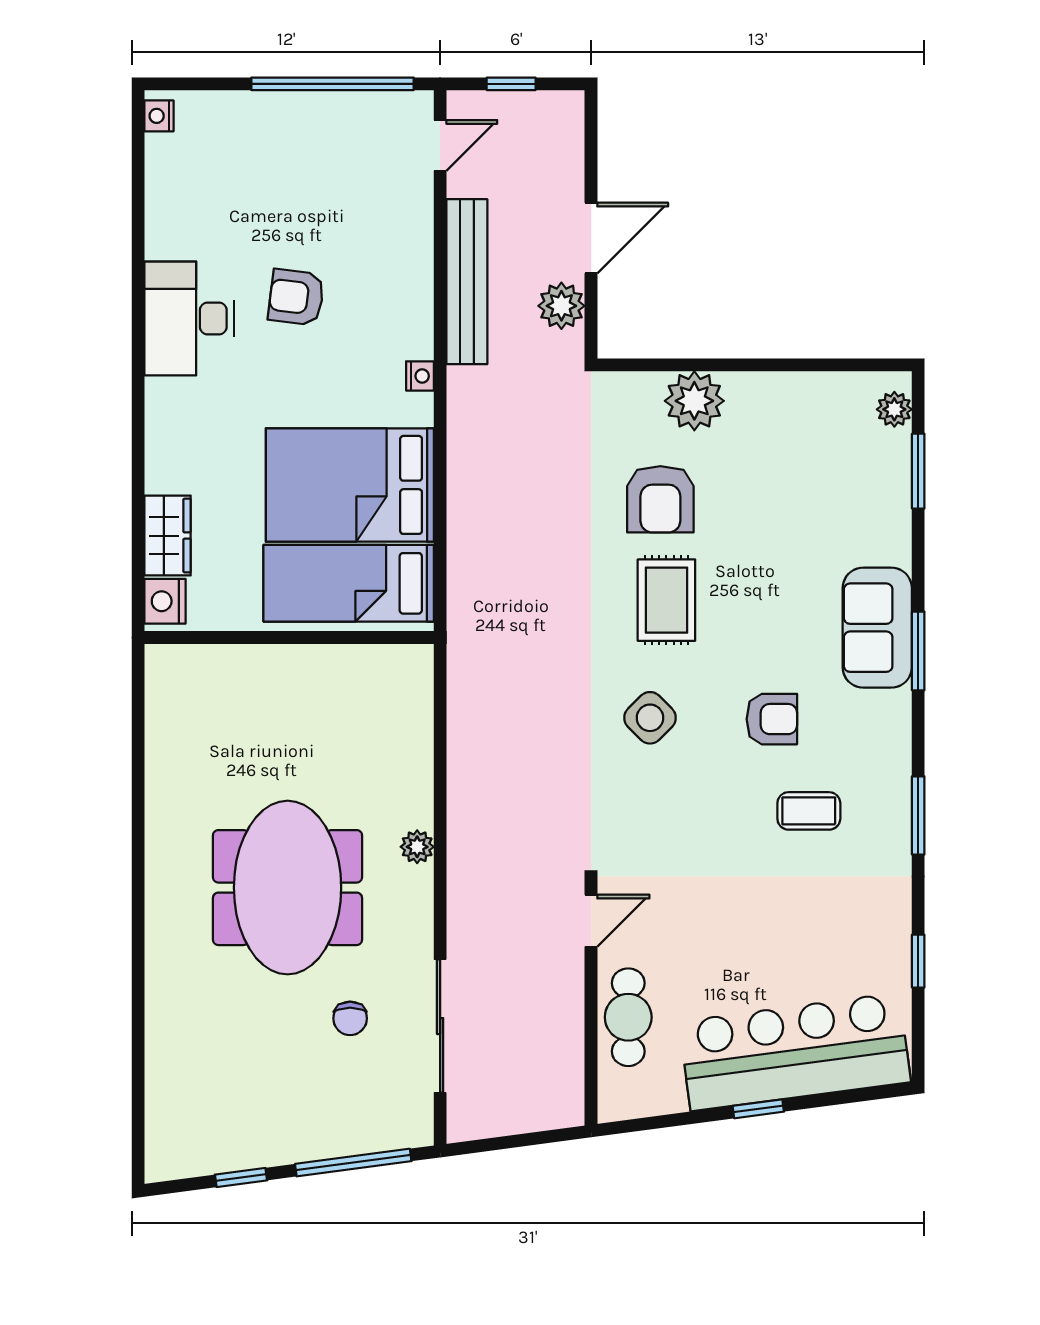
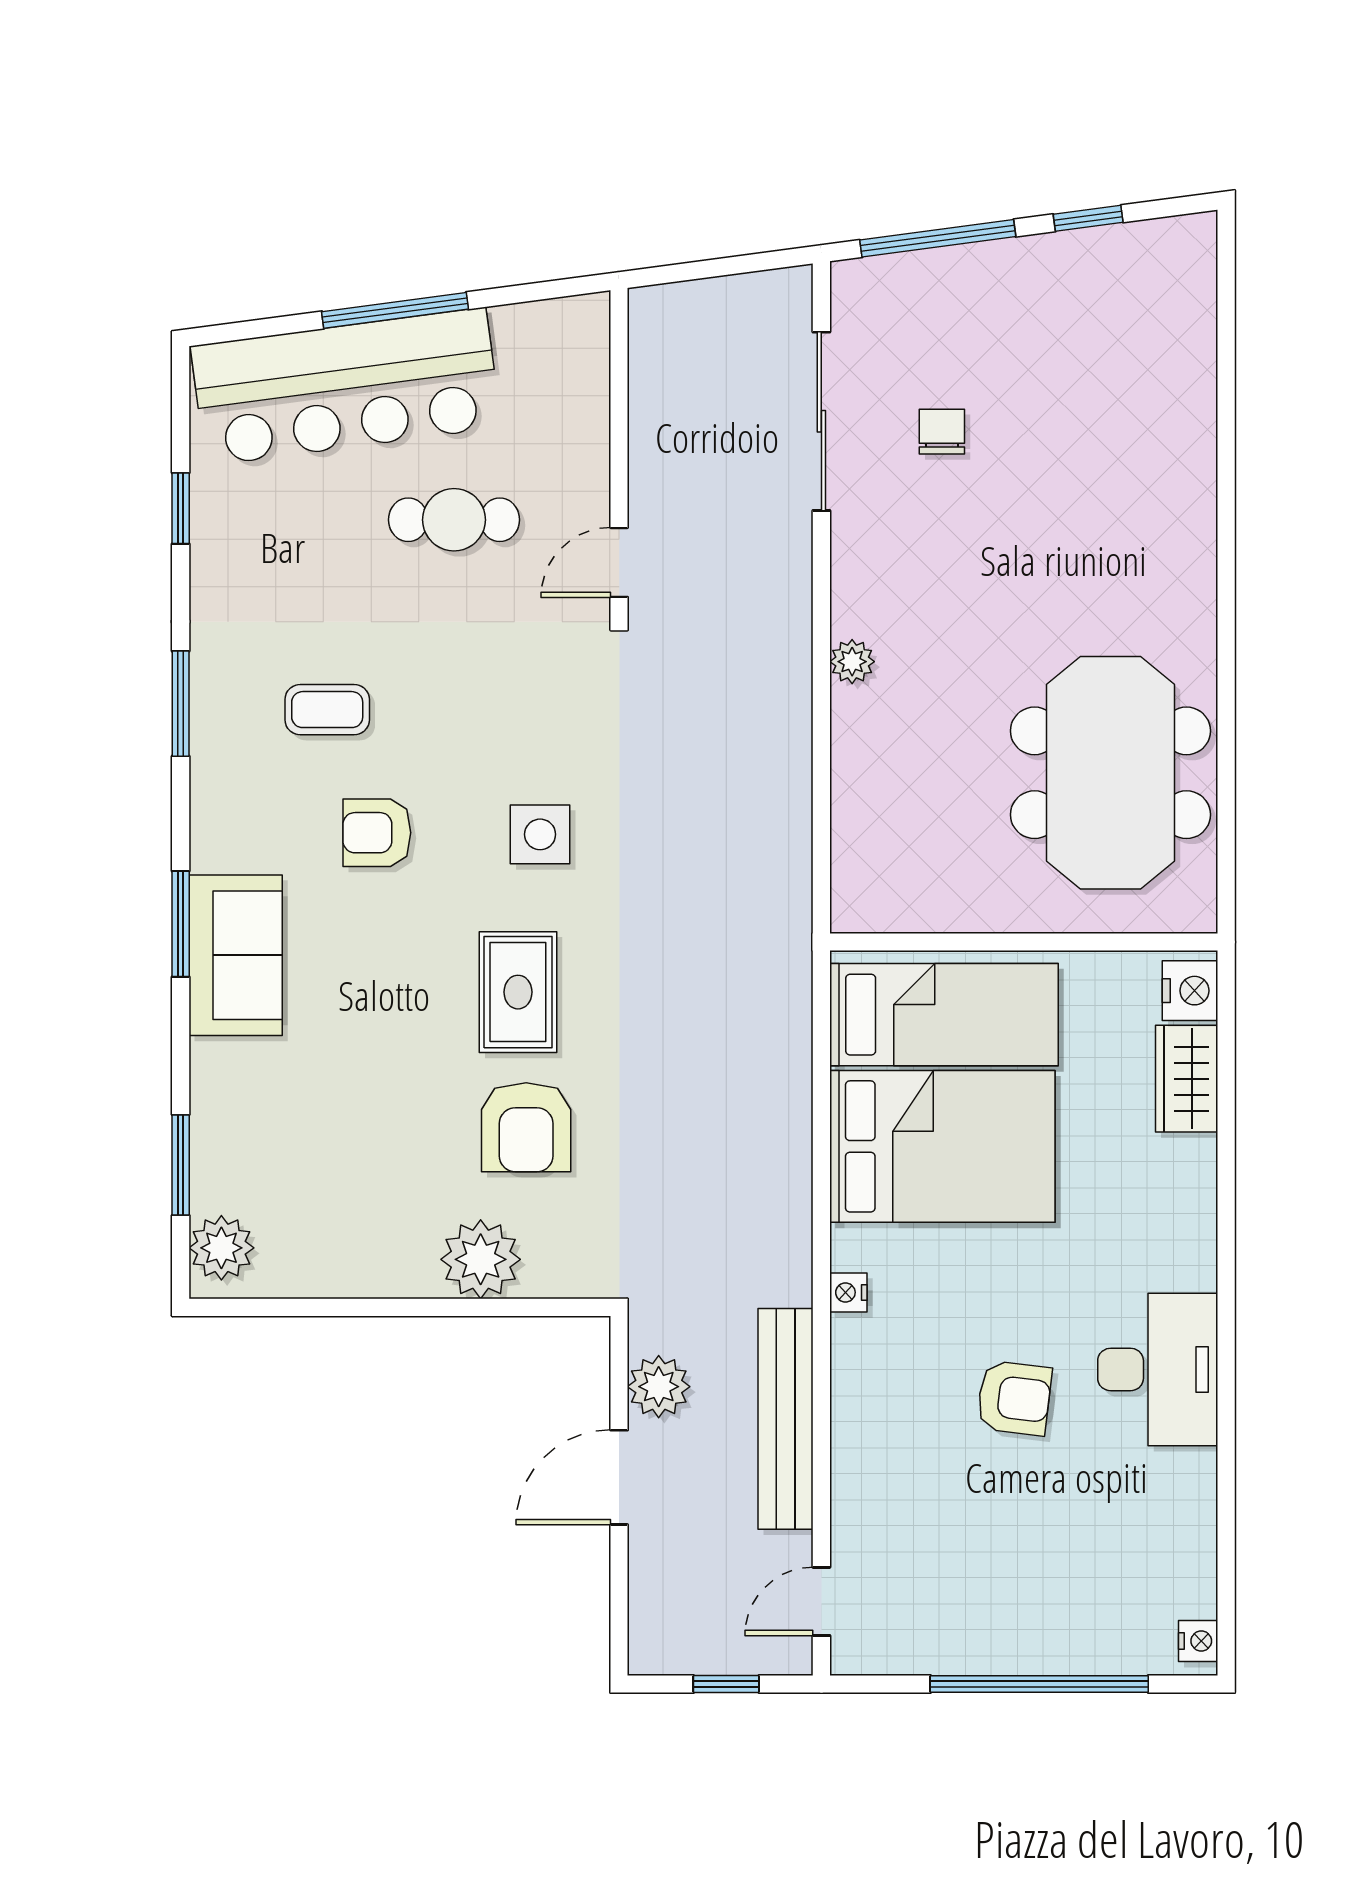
window: (333, 84) -> (1039, 1684), moved
plant: (894, 409) -> (221, 1248), width x1.38, depth x1.38
armchair: (660, 499) -> (526, 1127), turned 180
side table: (650, 718) -> (540, 834), turned 45
meeting table: (288, 888) -> (1110, 773), moved
cafe table: (628, 1017) -> (454, 520), moved, turned 90
window: (758, 1109) -> (395, 310), width x2.17

